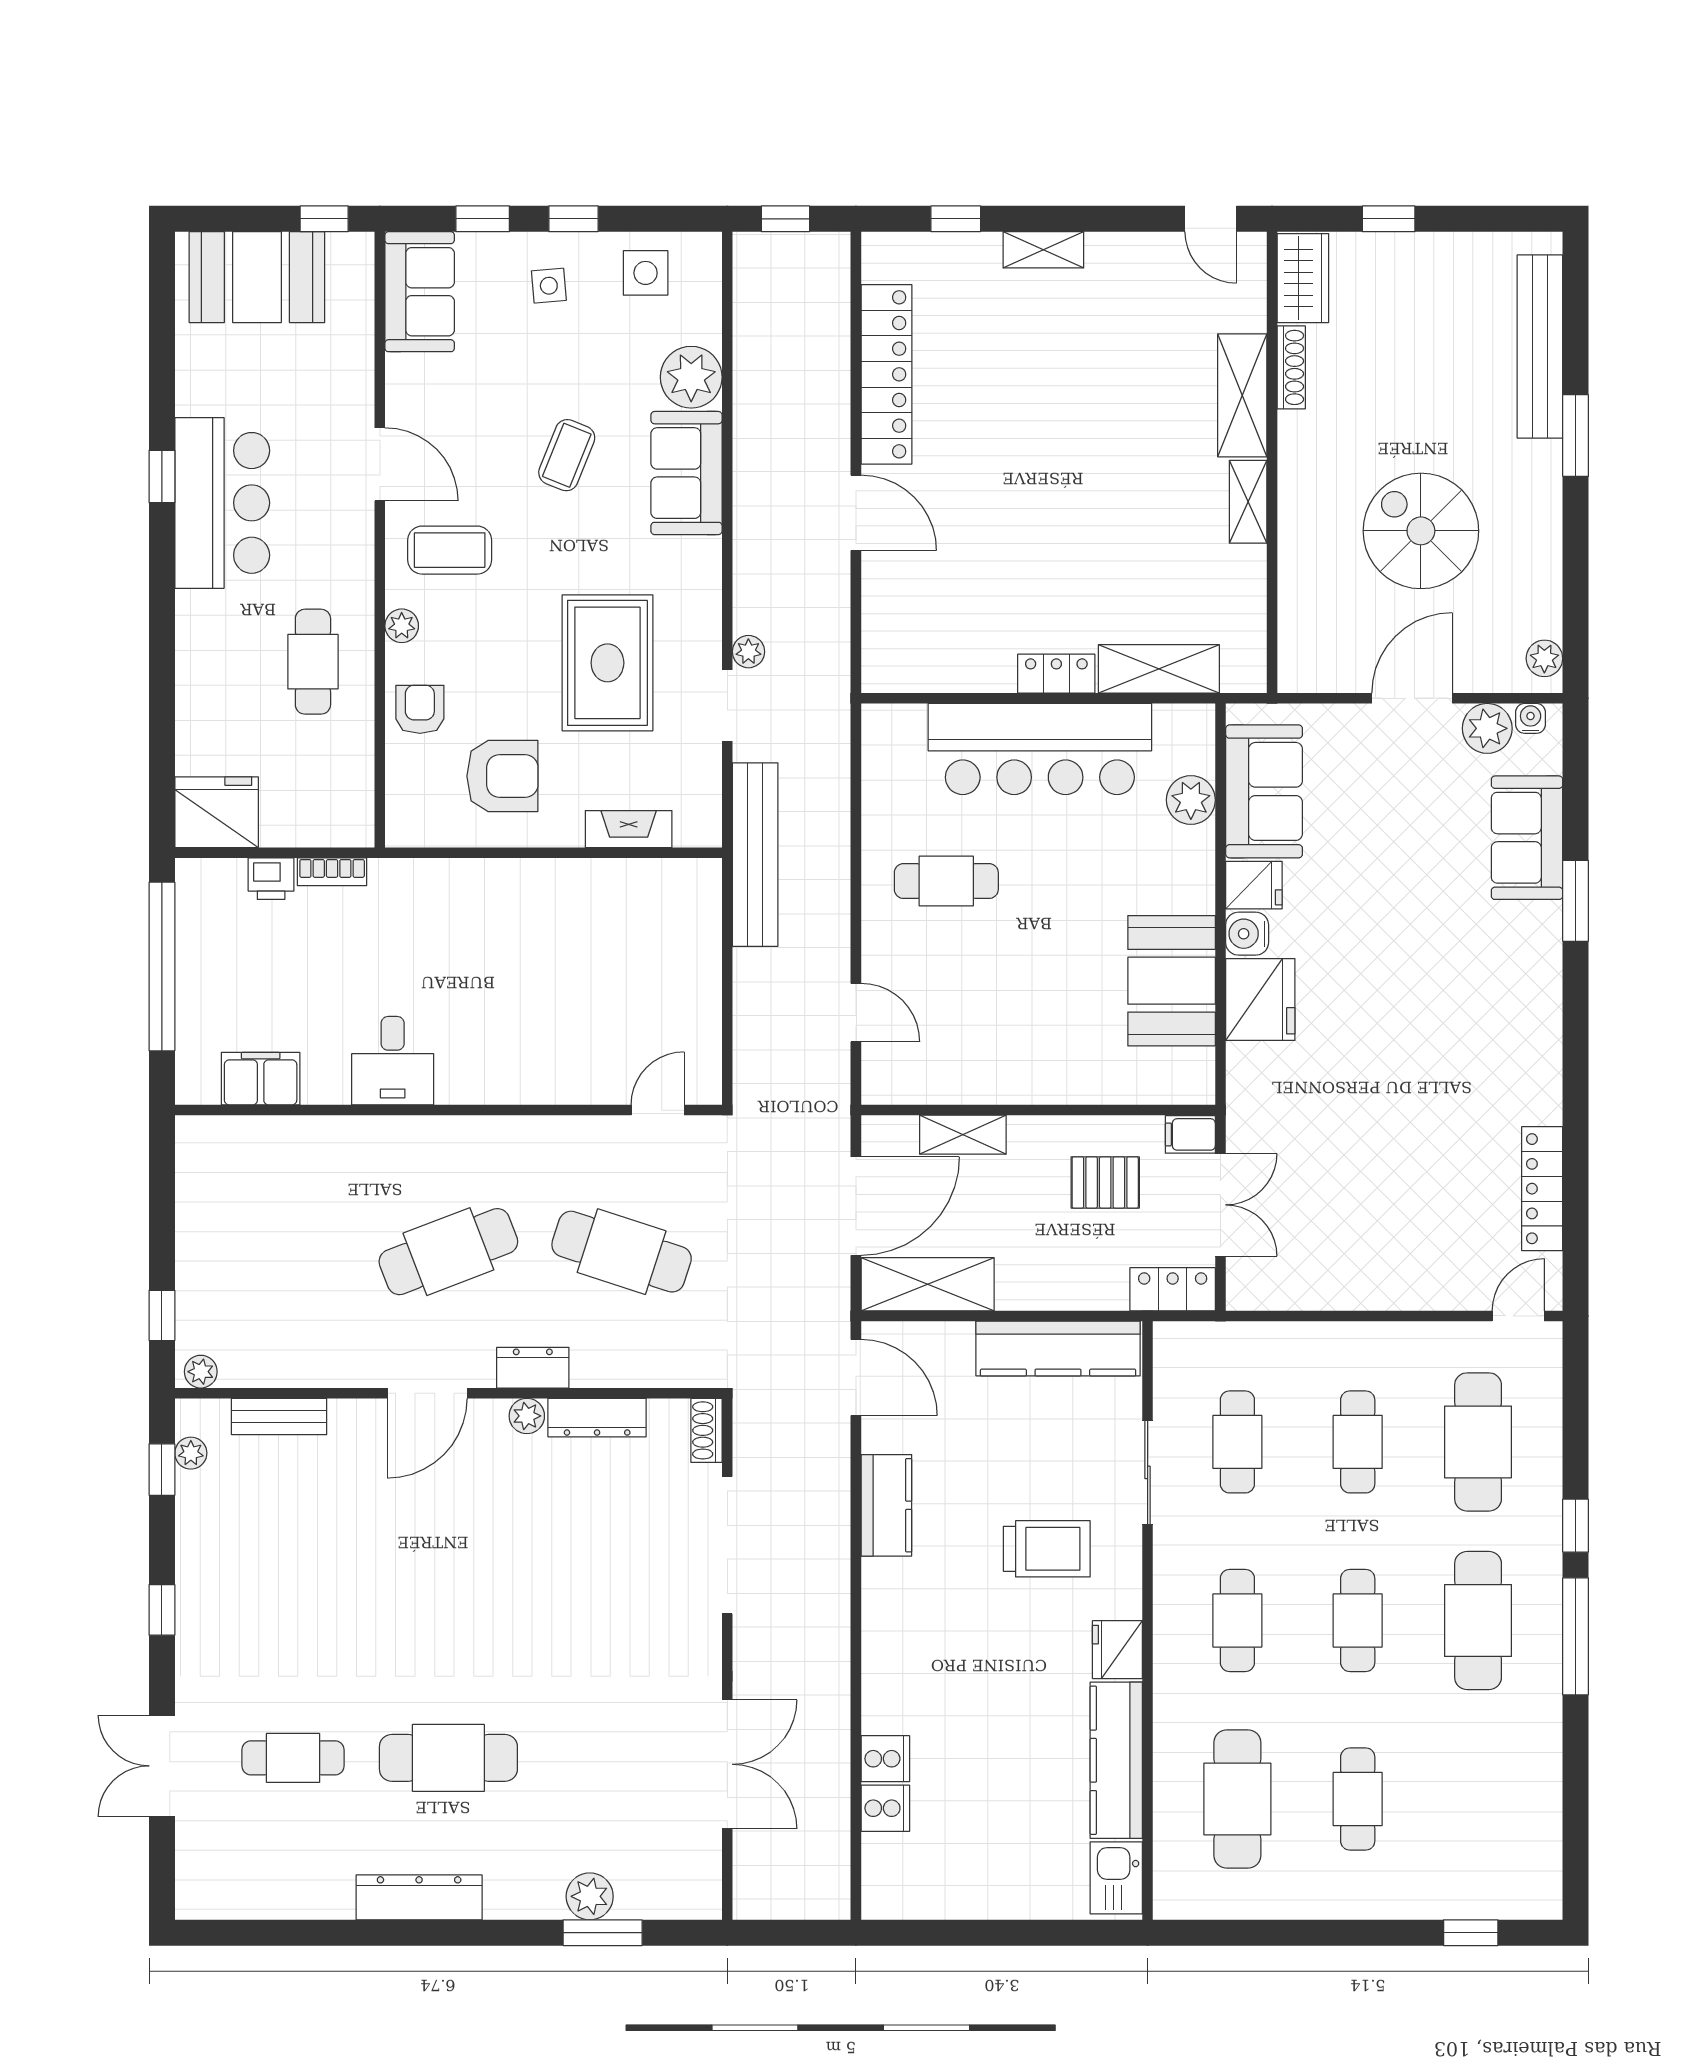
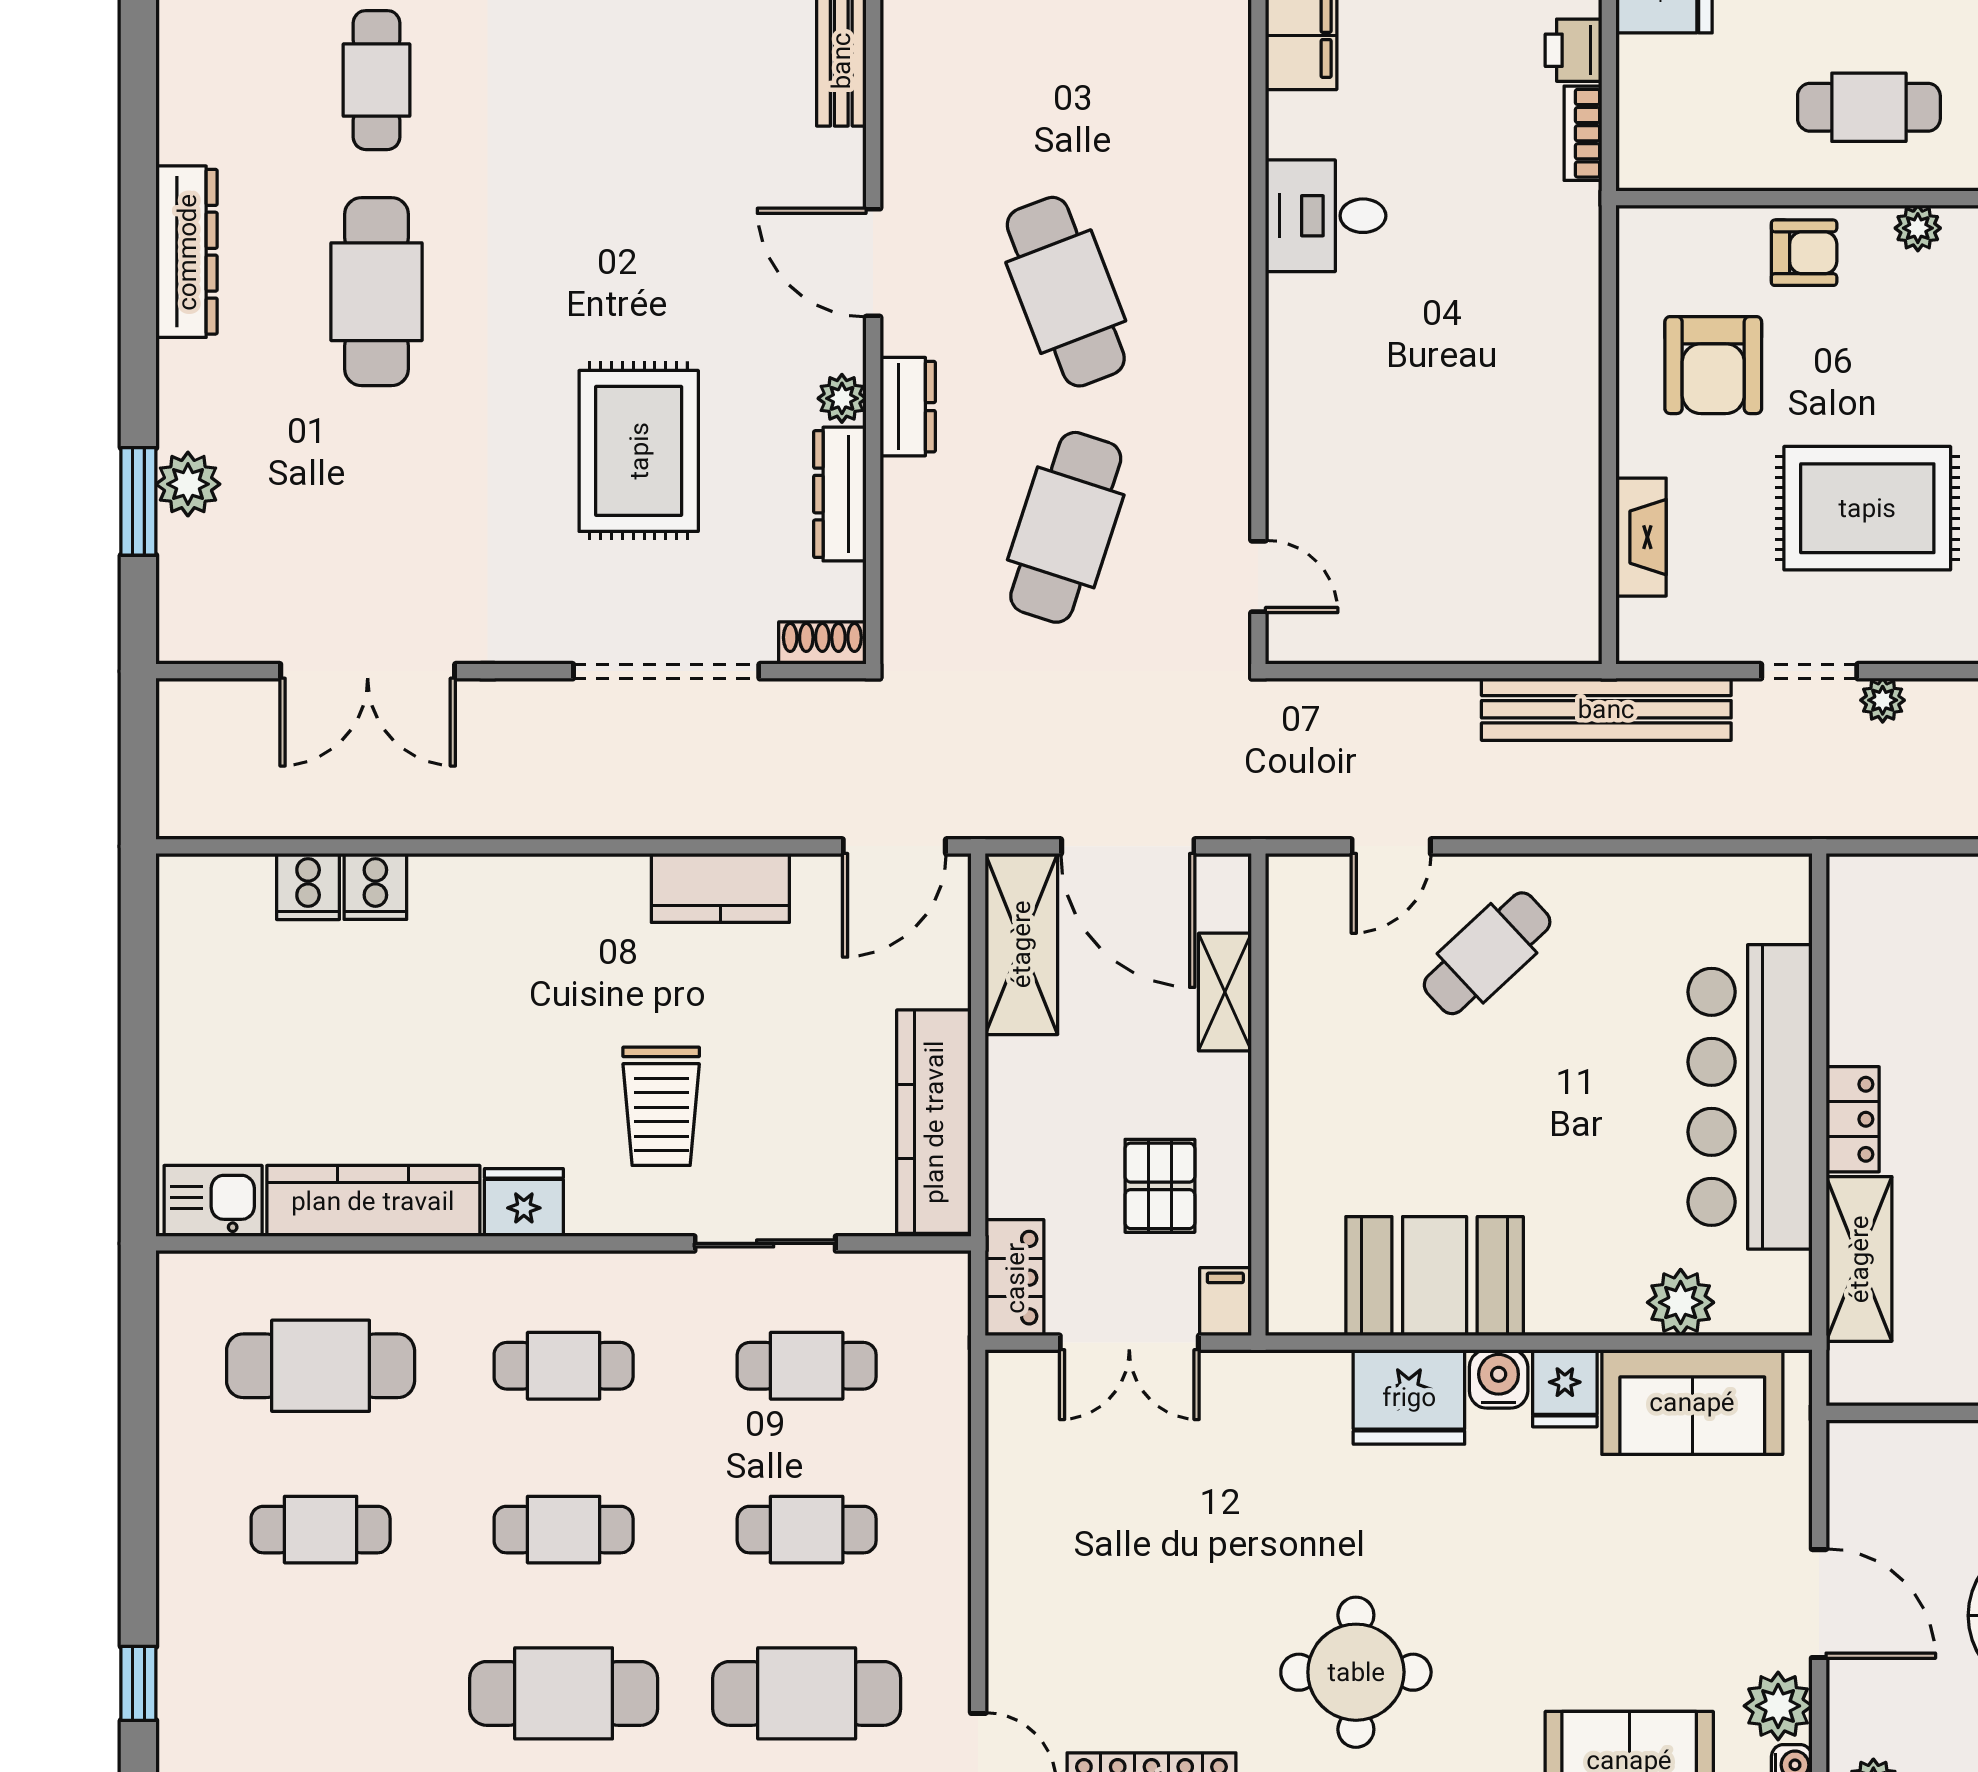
cafe table: (946, 881) -> (1487, 953), moved, turned 47
round table: (1462, 1038) -> (1356, 1672), added
rug: (565, 1565) -> (639, 451), added

